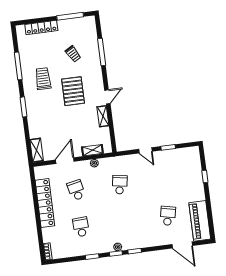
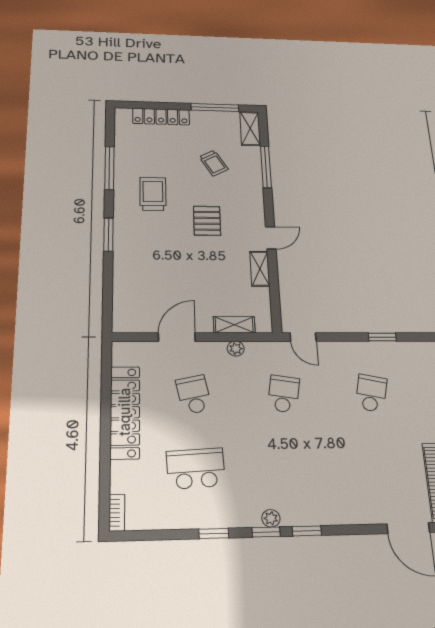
pallet: (73, 91) -> (207, 221), width x0.67, depth x0.71
shelving: (37, 150) -> (250, 129), moved
door: (145, 150) -> (303, 337), moved
school desk: (168, 216) -> (371, 393), moved
school desk: (81, 227) -> (196, 468), width x1.85

